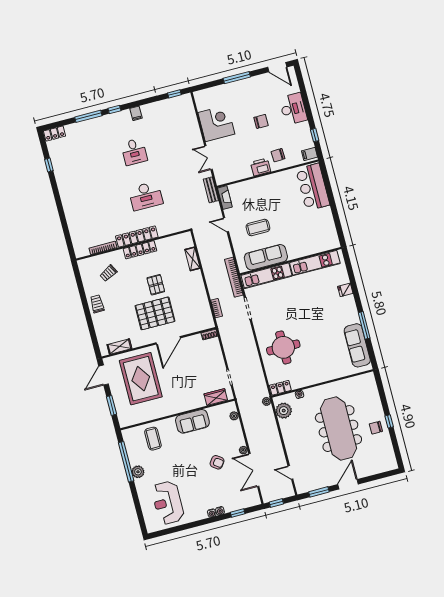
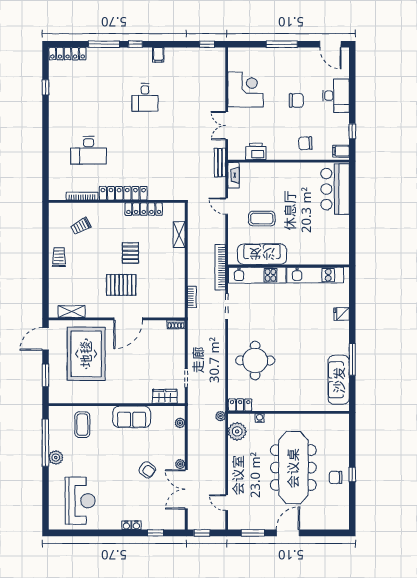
locker: (55, 134) -> (68, 54), width x1.53
printer: (261, 167) -> (256, 151), moved
desk: (146, 196) -> (89, 150), moved
locker: (140, 250) -> (144, 209), moved
pallet: (155, 313) -> (121, 285), width x0.73, depth x0.71
reception desk: (168, 503) -> (80, 501), turned 180

